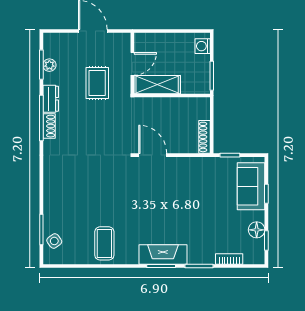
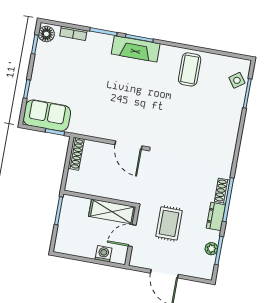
washing machine: (203, 46) -> (104, 254), moved, turned -90
sofa: (251, 186) -> (47, 116), moved, turned -90
floor lamp: (257, 230) -> (46, 34), moved

